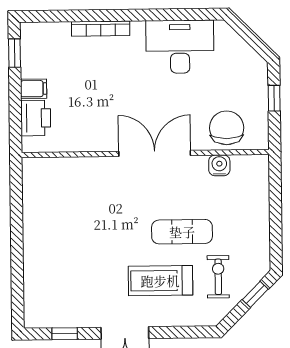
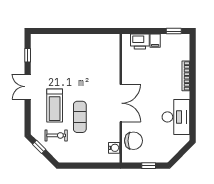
water cooler: (219, 165) -> (114, 148), moved
treadmill: (160, 281) -> (55, 105), turned 180
window: (255, 294) -> (39, 147), moved

